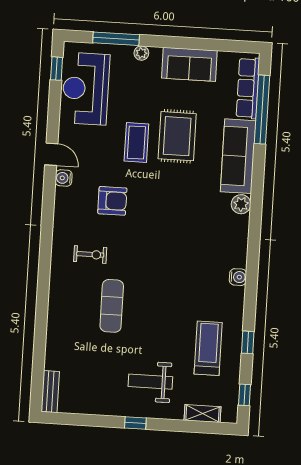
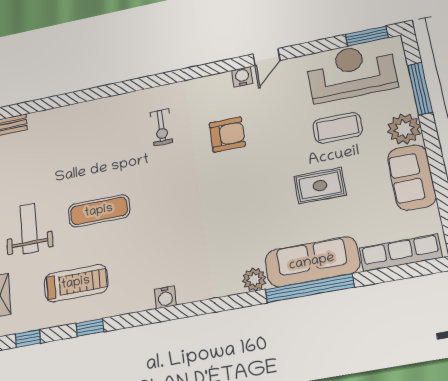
plant: (141, 53) -> (404, 129), width x1.87, depth x1.87
window: (57, 69) -> (367, 36), width x1.50
window: (262, 110) -> (310, 288), moved
rug: (177, 136) -> (320, 186), width x0.73, depth x0.70
coffee table: (136, 143) -> (338, 128), moved
armchair: (112, 201) -> (227, 134), turned -90
exercise mat: (112, 306) -> (99, 211), moved

